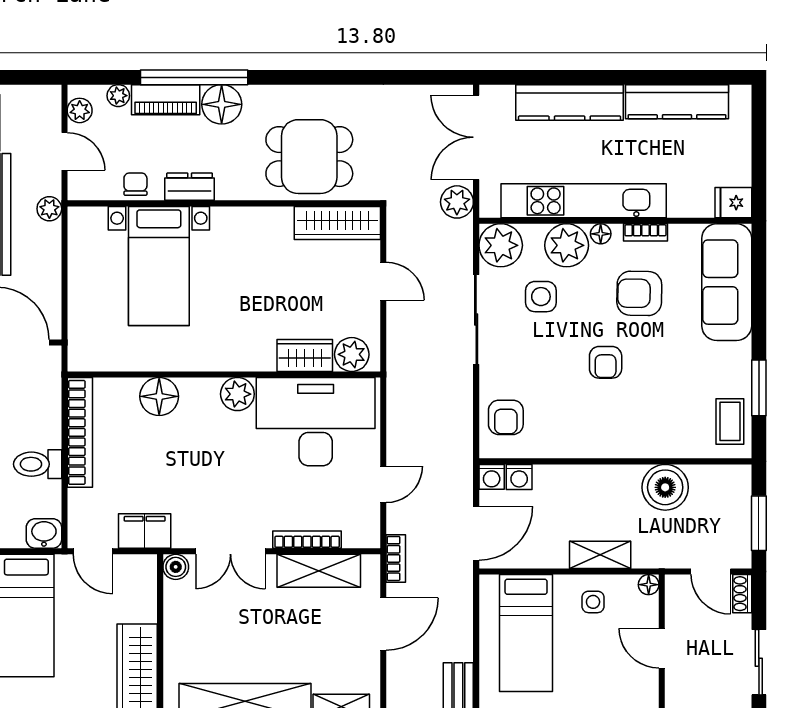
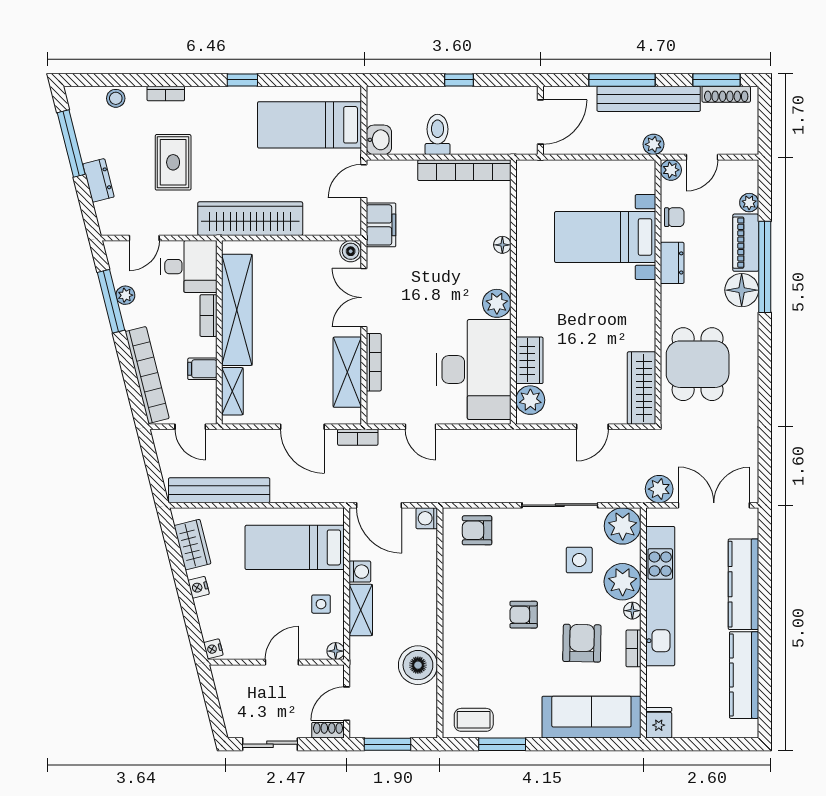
plant: (80, 110) -> (671, 170), moved
floor lamp: (159, 396) -> (502, 245), width x0.53, depth x0.53
washing machine: (519, 477) -> (360, 572), moved, turned 180

